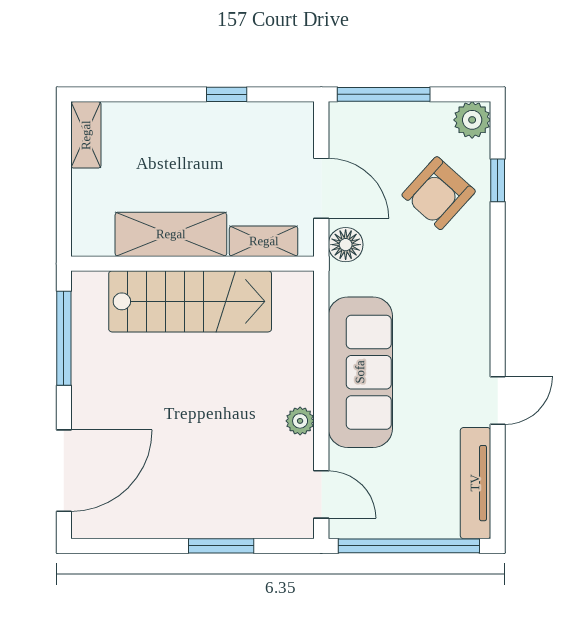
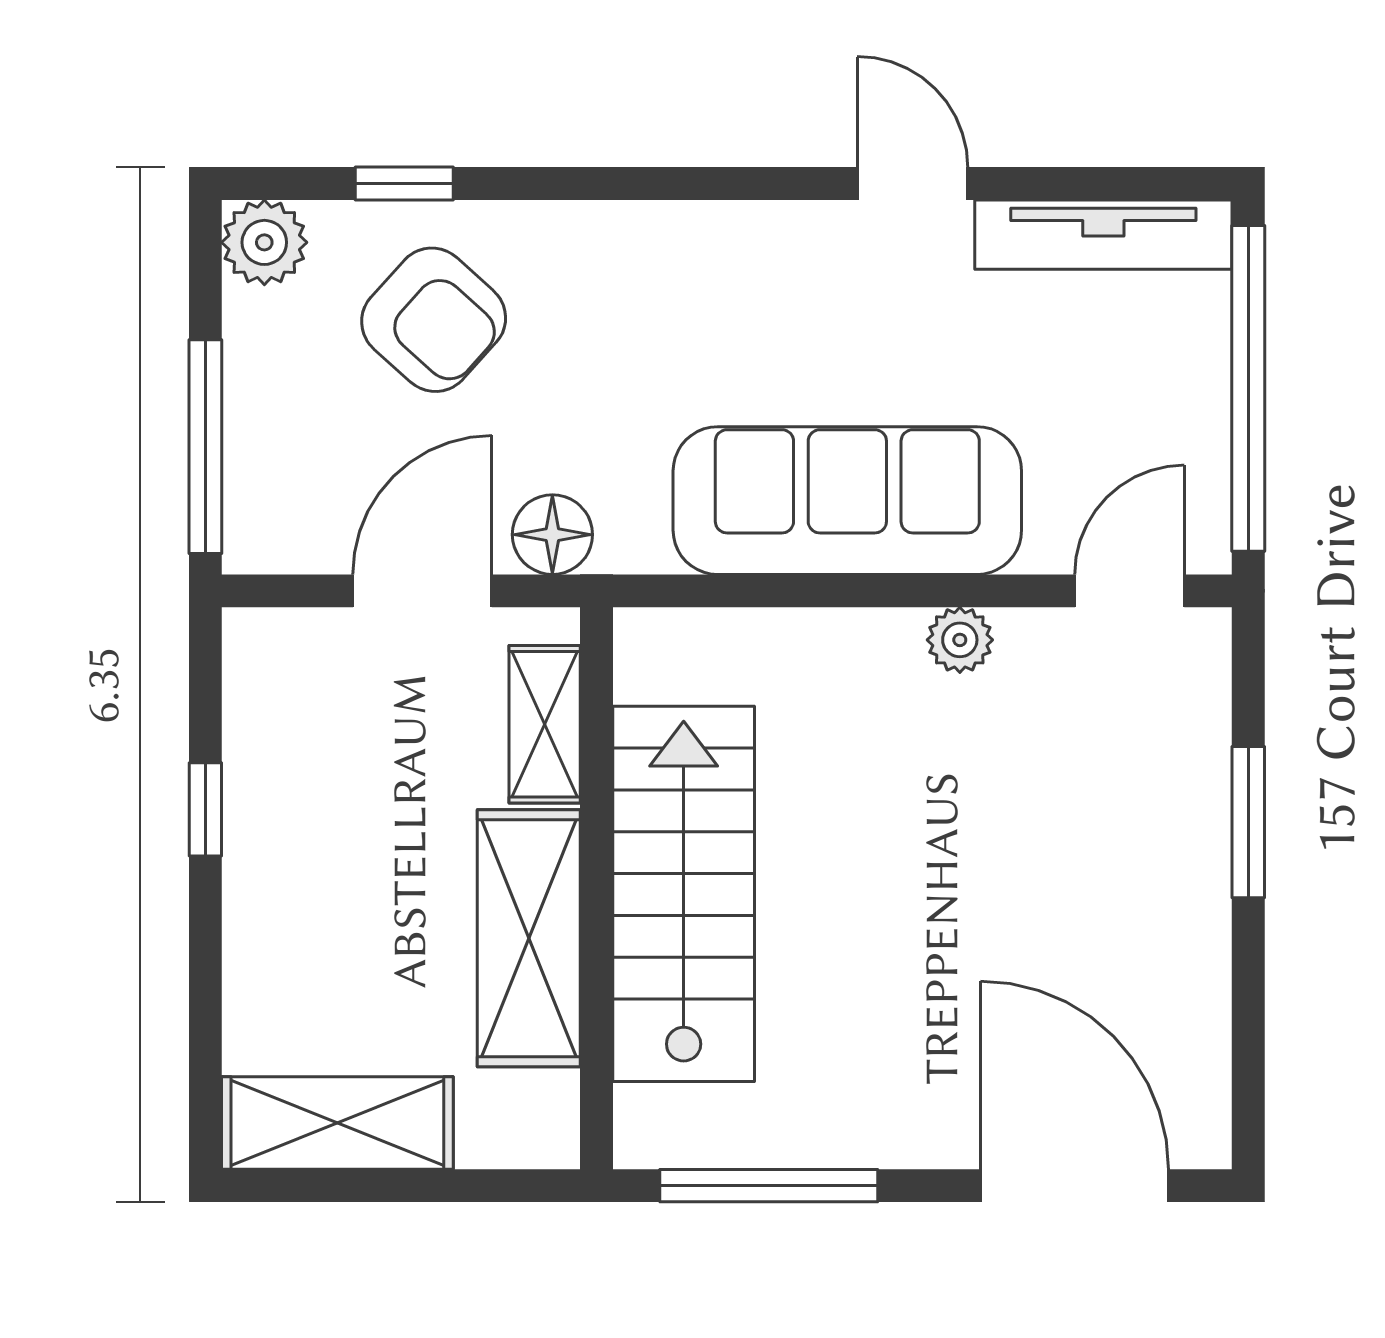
shelving: (86, 135) -> (337, 1123), width x1.50, depth x1.33

